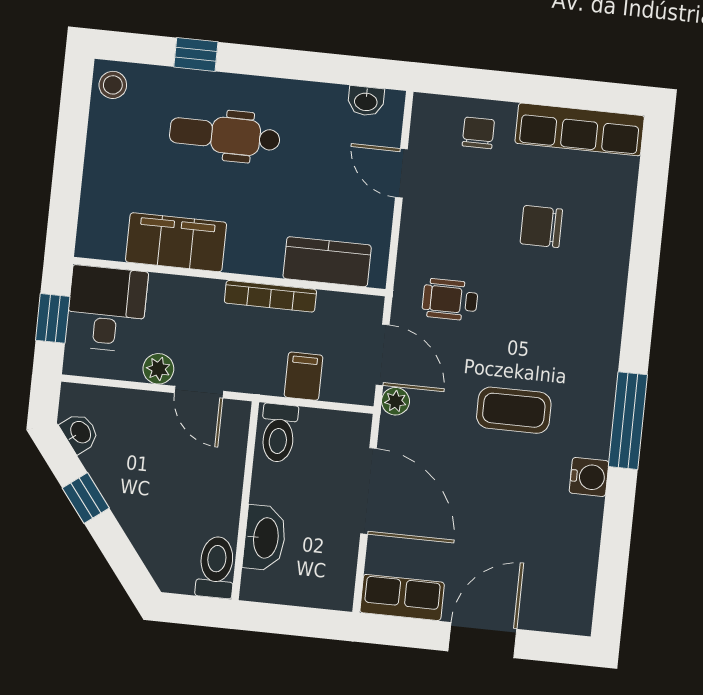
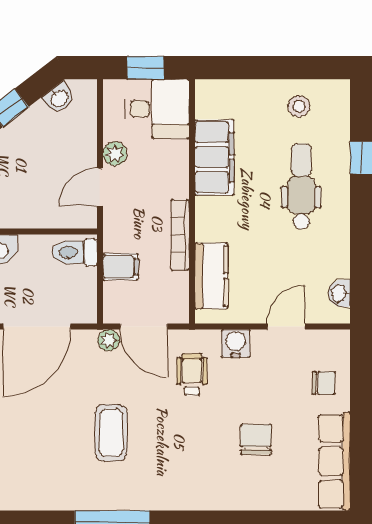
stool: (113, 85) -> (299, 106), moved
door: (383, 355) -> (144, 327), hinge flipped
water cooler: (589, 477) -> (236, 344), moved, turned 180

